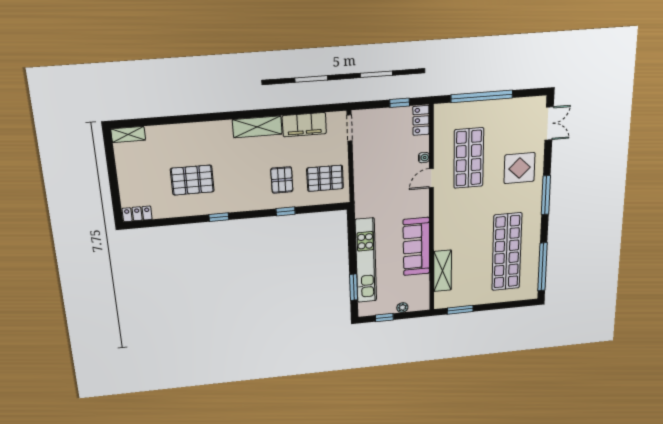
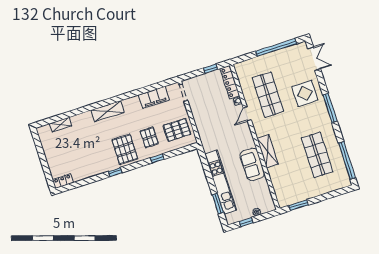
window: (482, 96) -> (276, 47), moved
locker: (421, 120) -> (230, 82), width x1.53
shelving: (257, 127) -> (107, 111), moved
shelving: (128, 134) -> (61, 125), moved
pallet: (192, 180) -> (125, 149), moved, turned 90
sofa: (416, 247) -> (252, 164), width x0.73
shop shelf: (507, 252) -> (317, 155), width x0.71
shelving: (443, 271) -> (268, 151), moved

